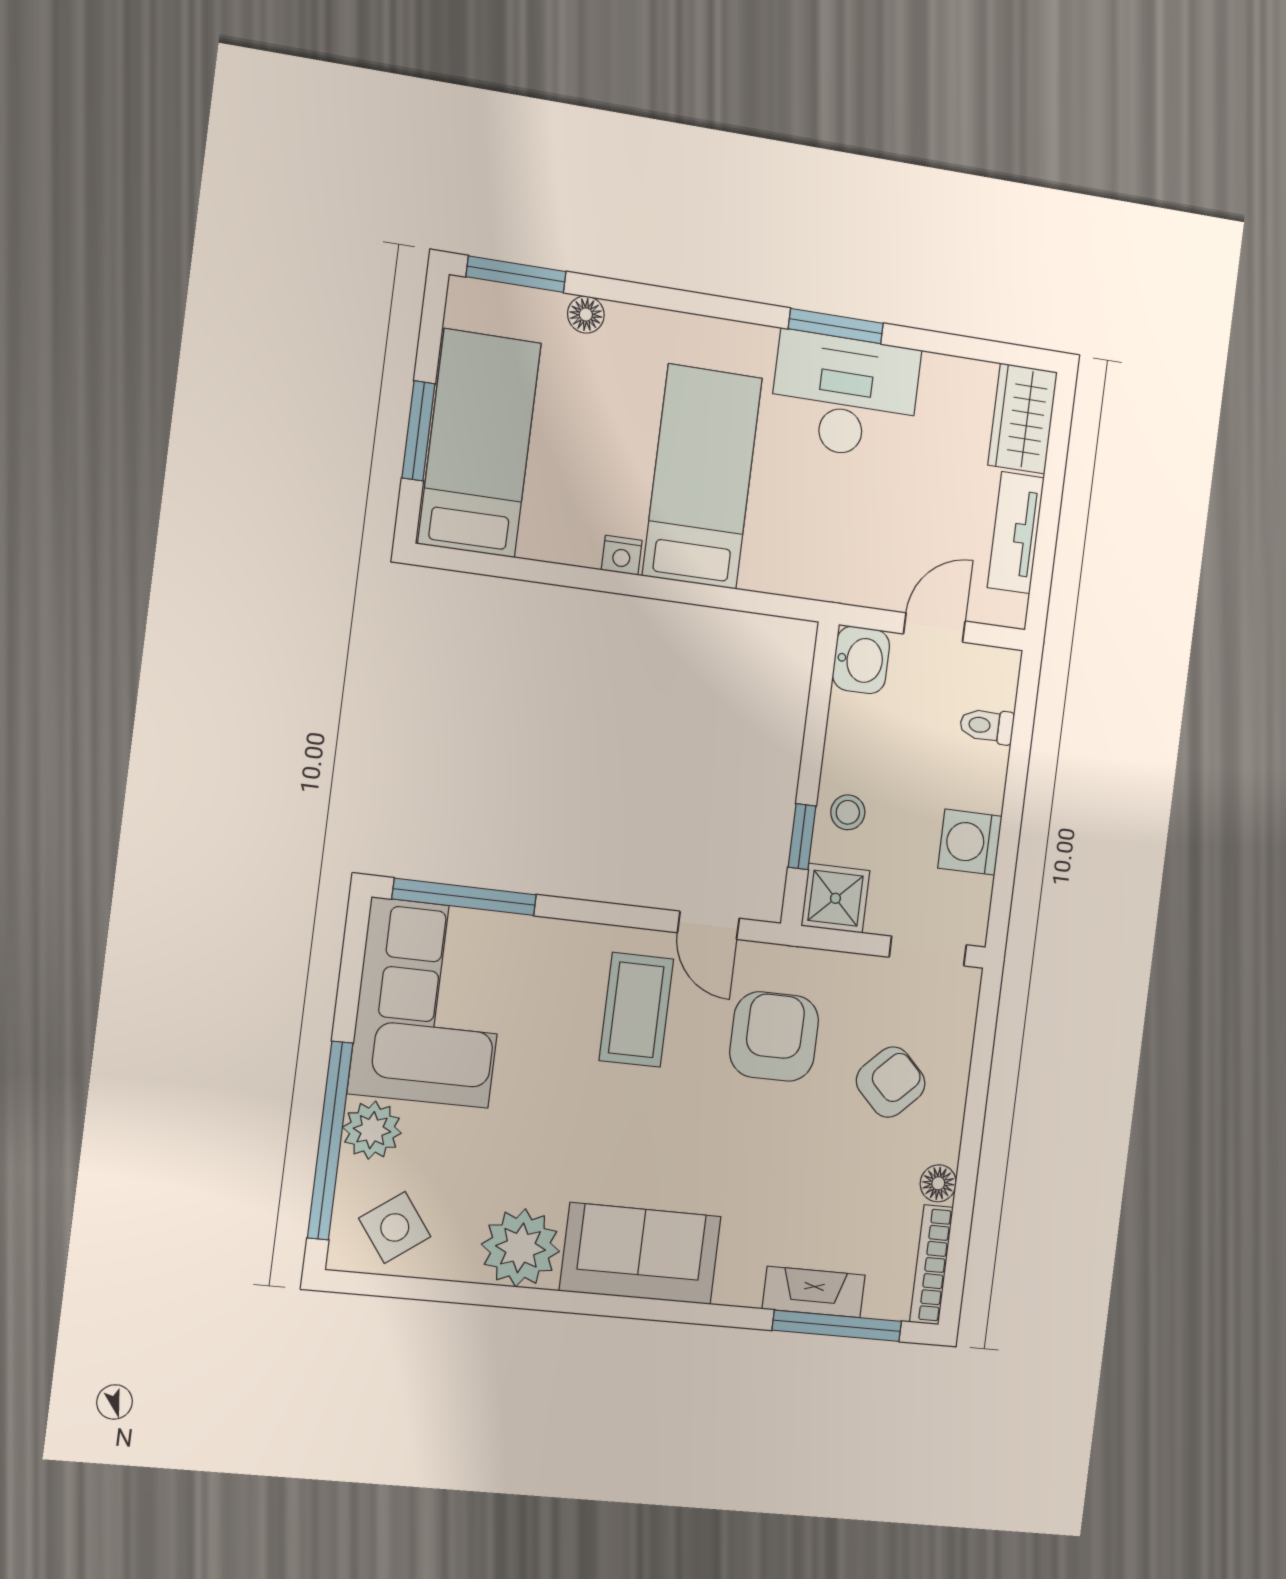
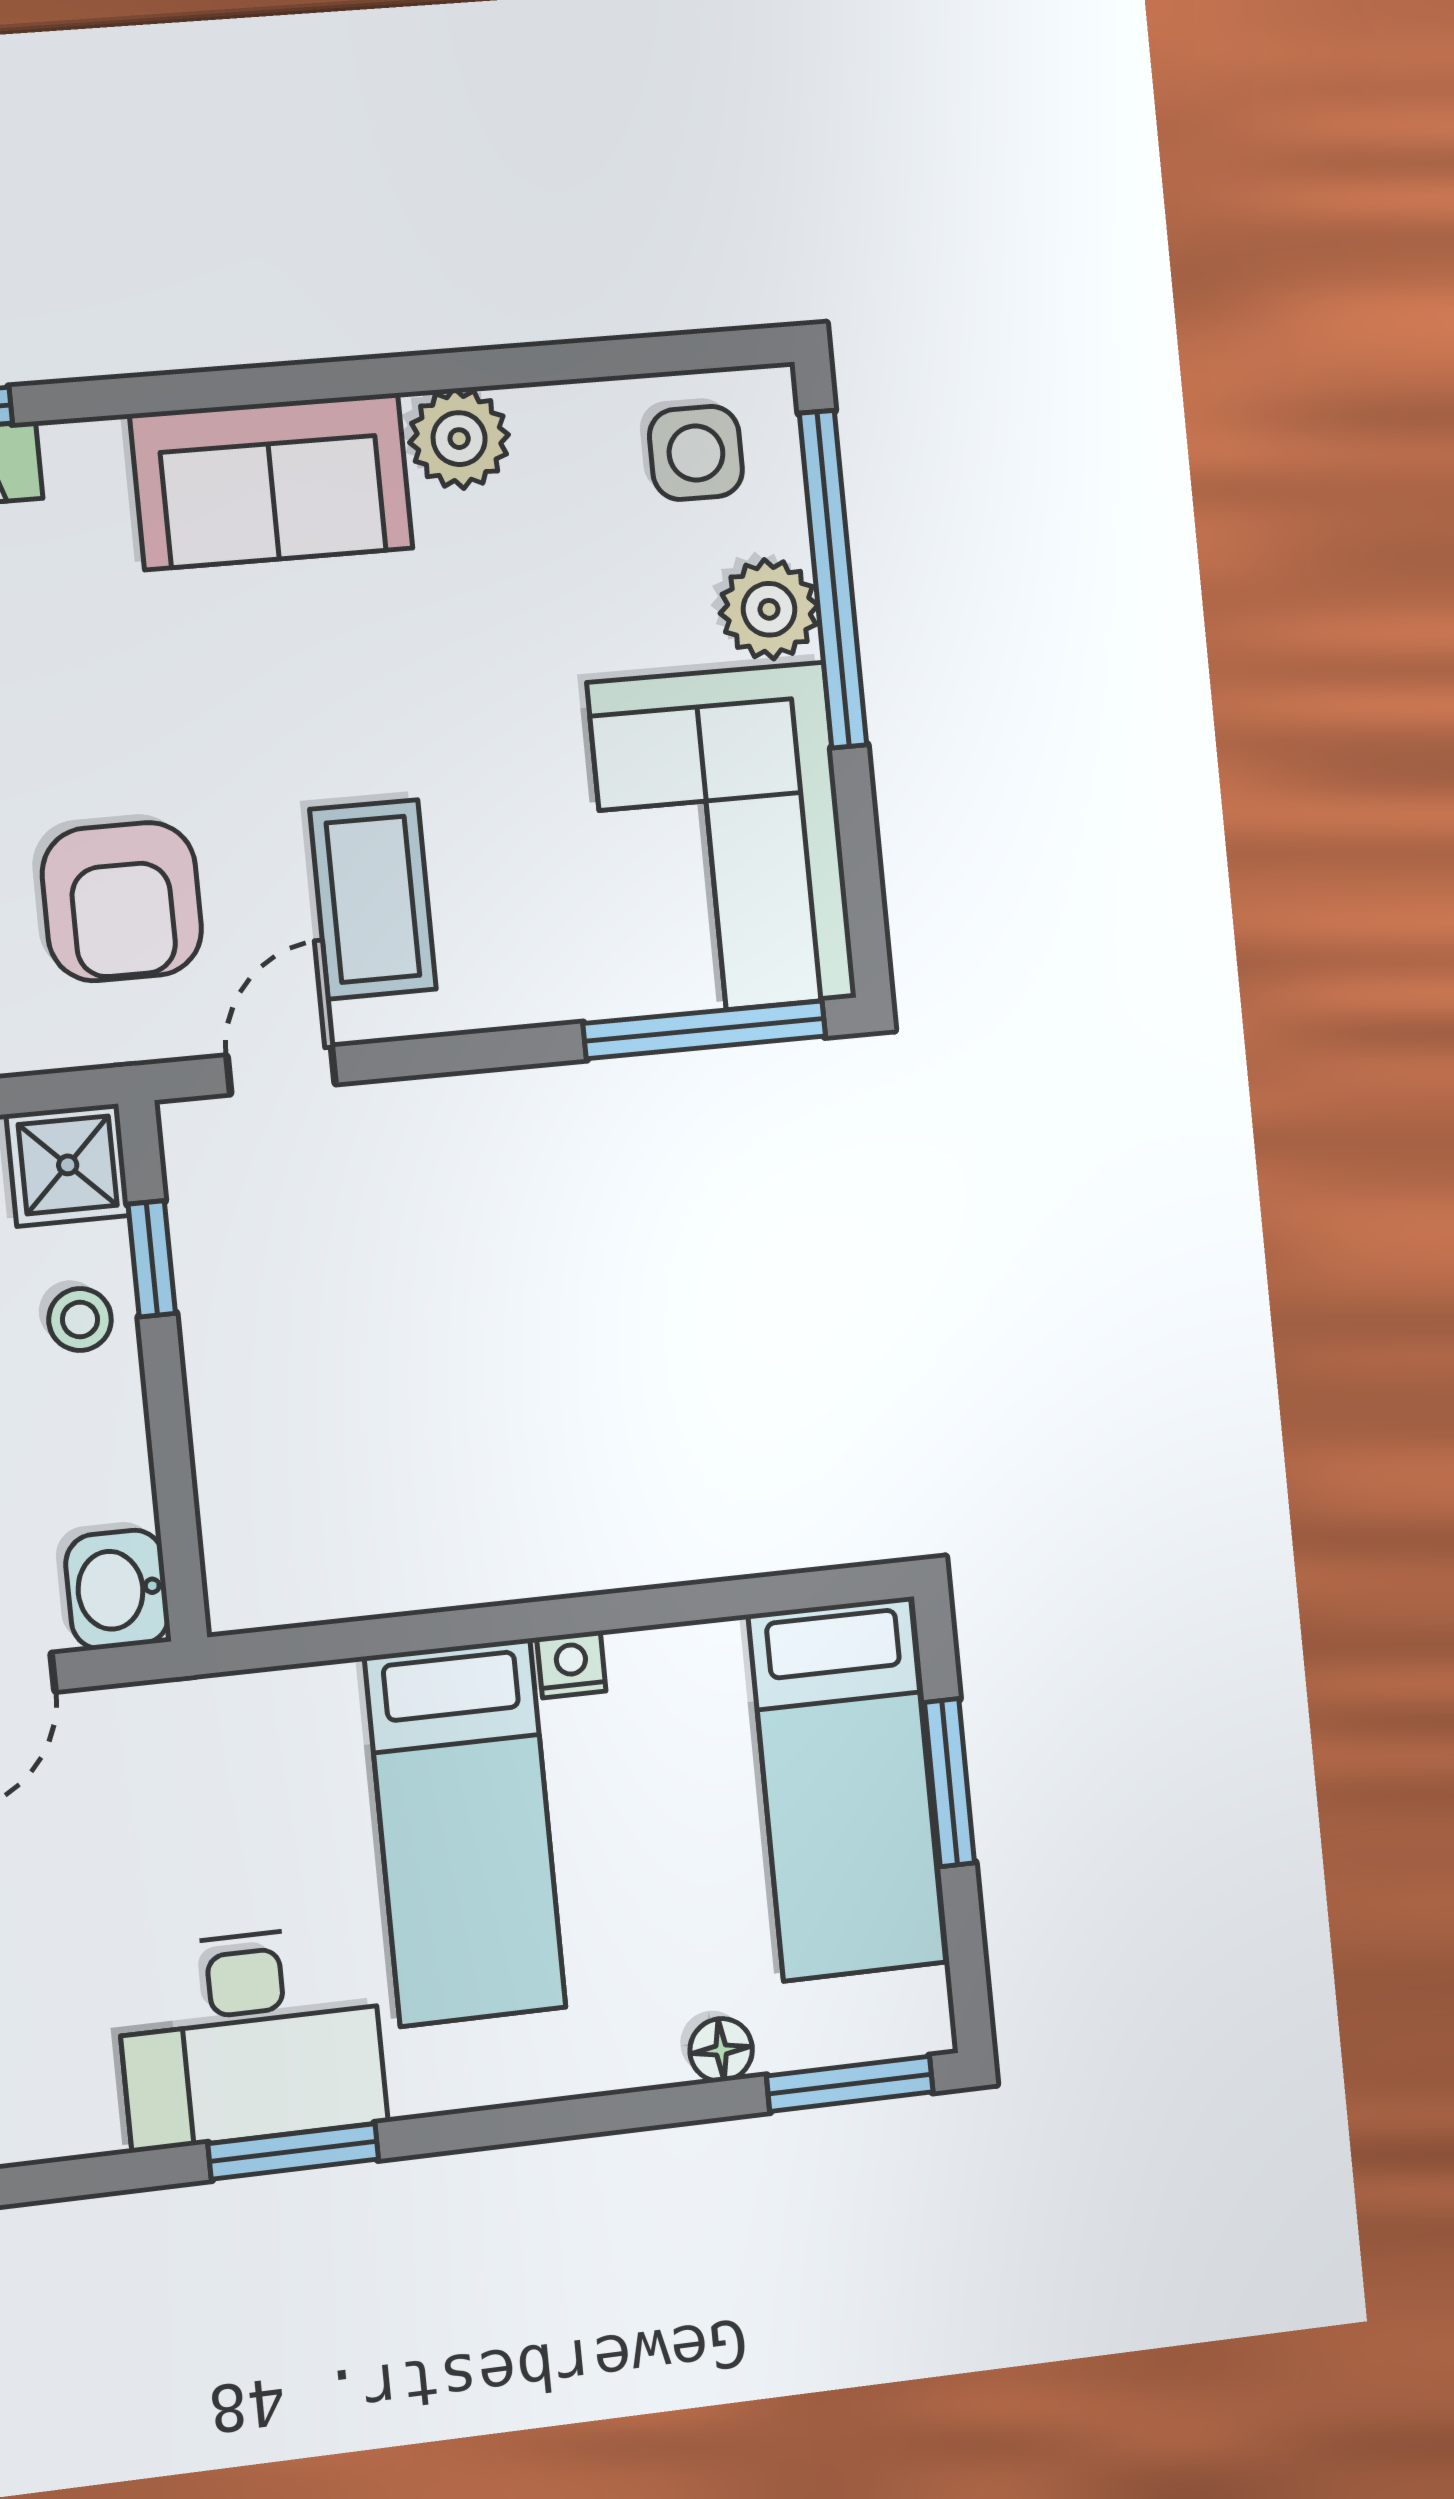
door: (708, 925) -> (281, 1070), hinge flipped
side table: (395, 1227) -> (696, 453), turned 36
plant: (521, 1248) -> (459, 439), width x0.73, depth x0.73

